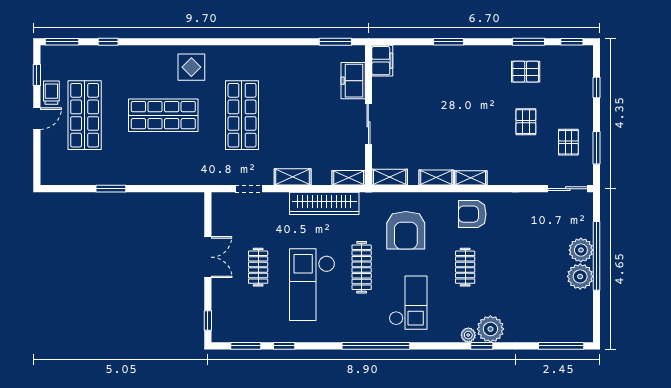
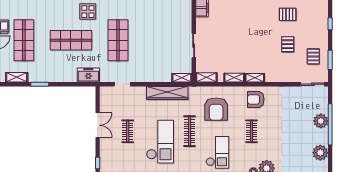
freezer: (353, 81) -> (88, 75), moved, turned 90
shelving: (293, 177) -> (17, 77), moved
plant: (580, 276) -> (320, 153), moved
checkout: (312, 285) -> (160, 142), turned 180

